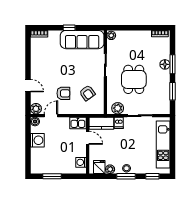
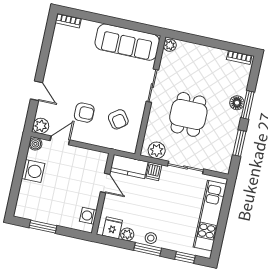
window: (69, 28) -> (113, 21), removed
kitchen sink: (78, 123) -> (96, 159), removed

